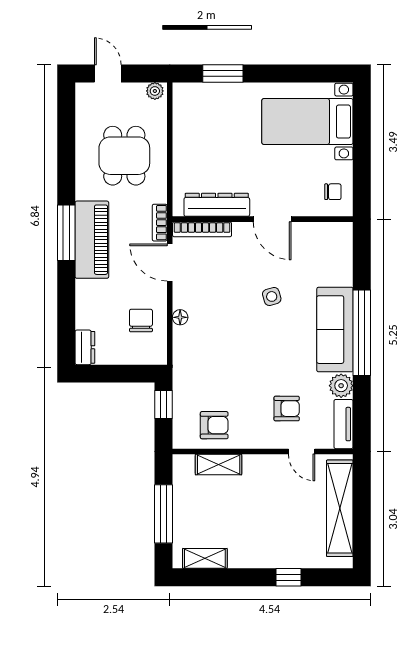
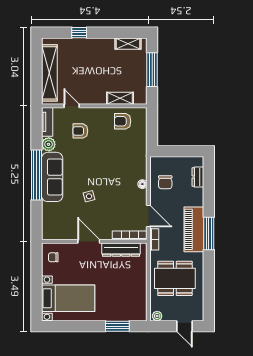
dining table: (124, 156) -> (175, 278), width x1.37
dresser: (85, 347) -> (198, 177), moved
window: (164, 405) -> (152, 133), removed

